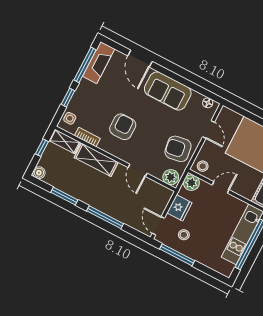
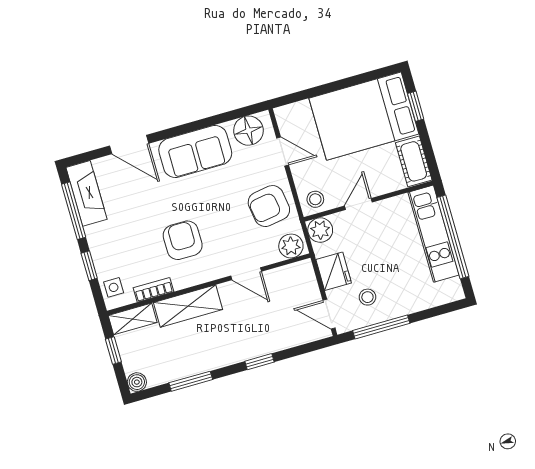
floor lamp: (208, 103) -> (248, 131), width x1.89, depth x1.89
window: (105, 217) -> (259, 362), width x0.46

